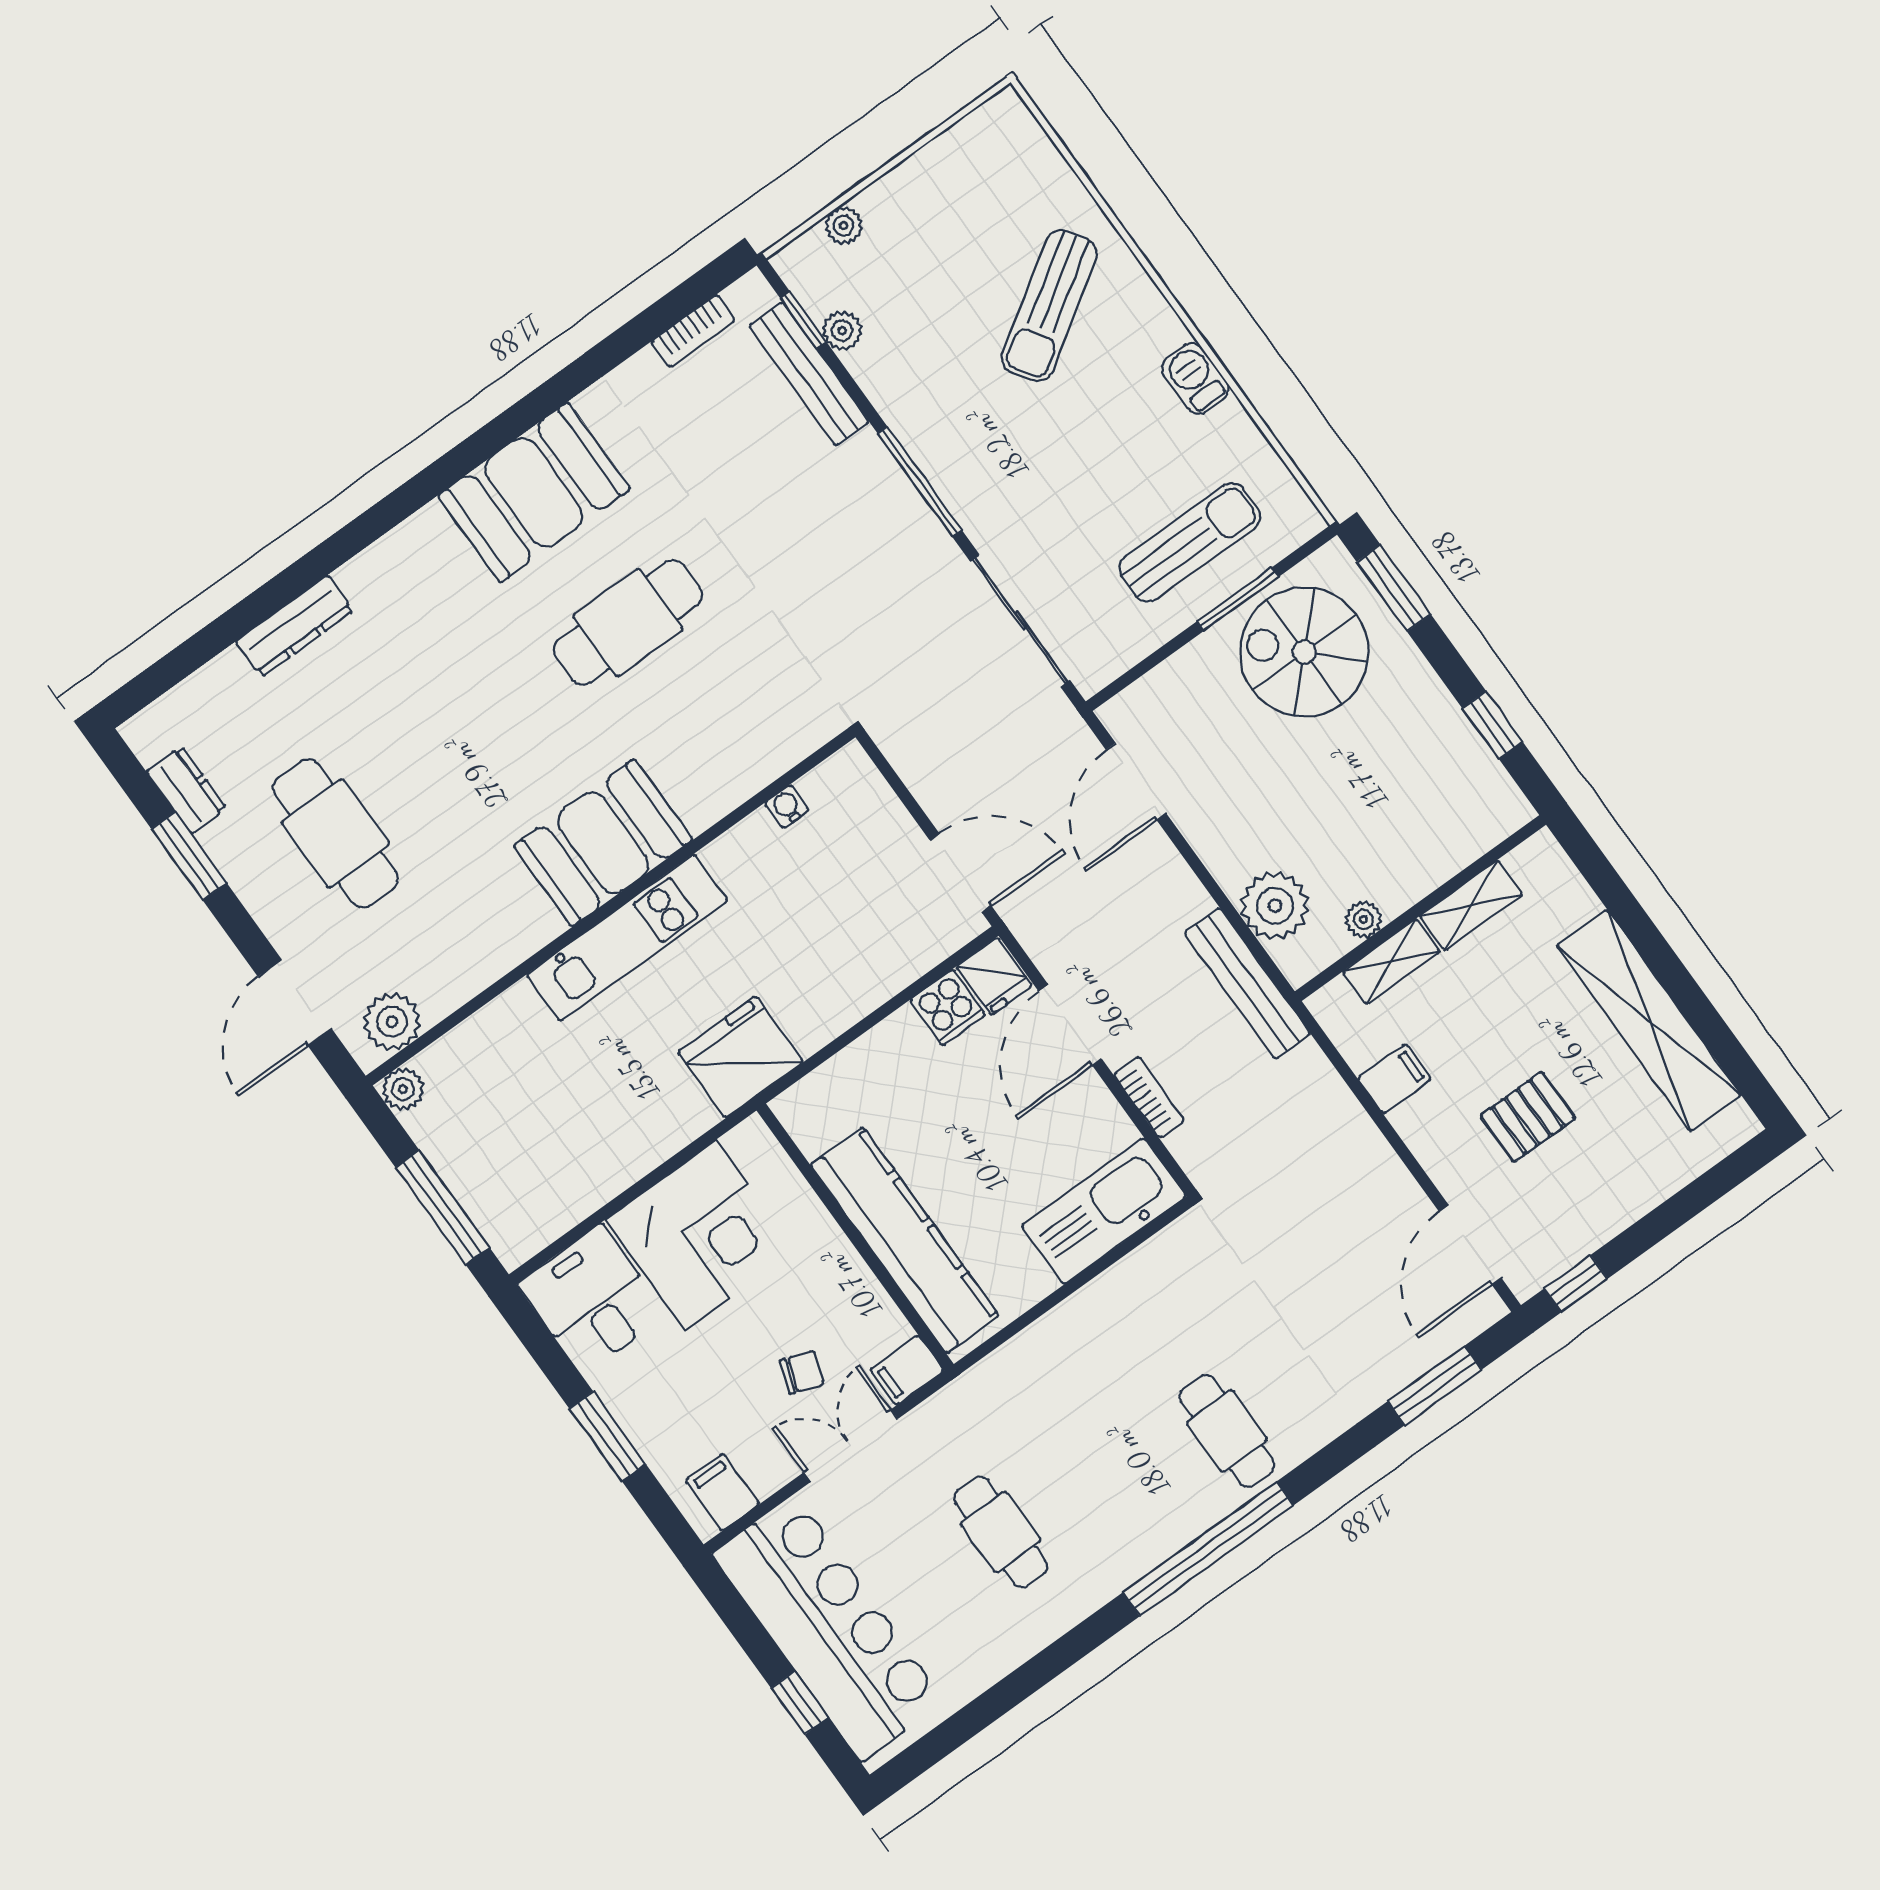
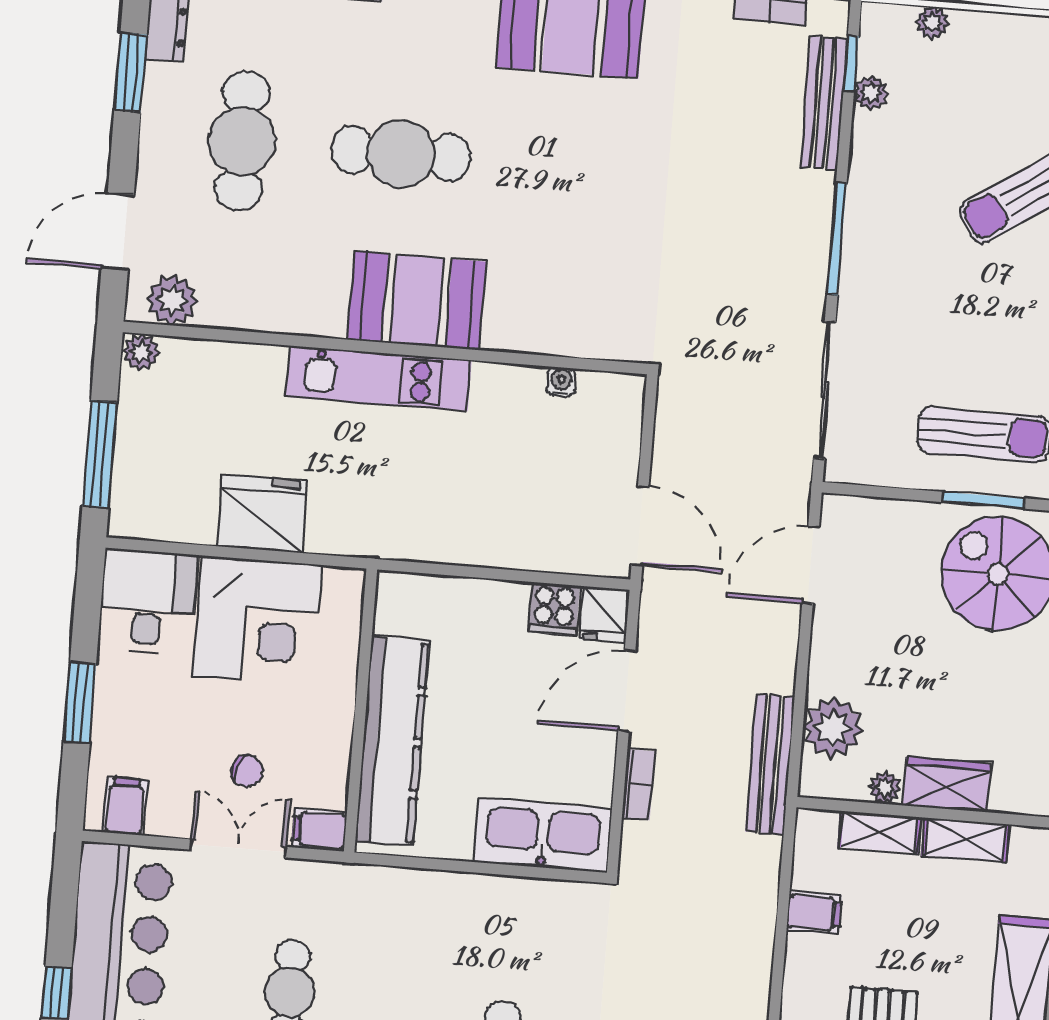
cafe table: (628, 622) -> (401, 154), moved
wardrobe: (1415, 871) -> (947, 784), added
fridge: (740, 1057) -> (262, 514), moved

